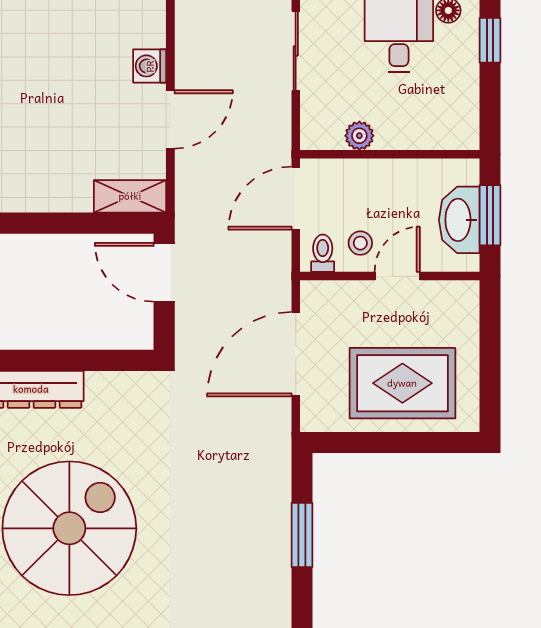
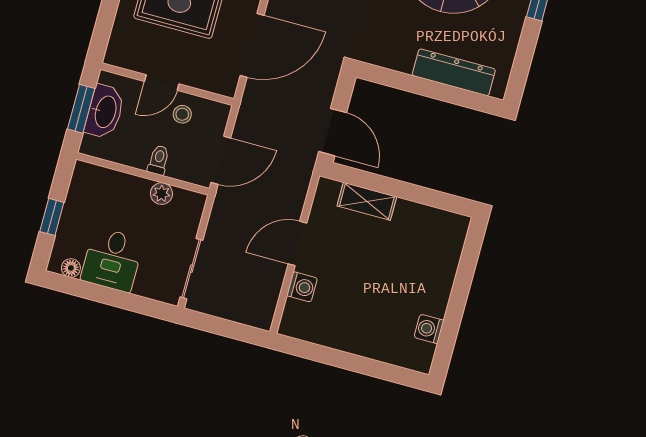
window: (490, 40) -> (52, 217), moved
shelving: (130, 196) -> (367, 201), moved
toilet: (323, 253) -> (159, 160), moved, turned 180

